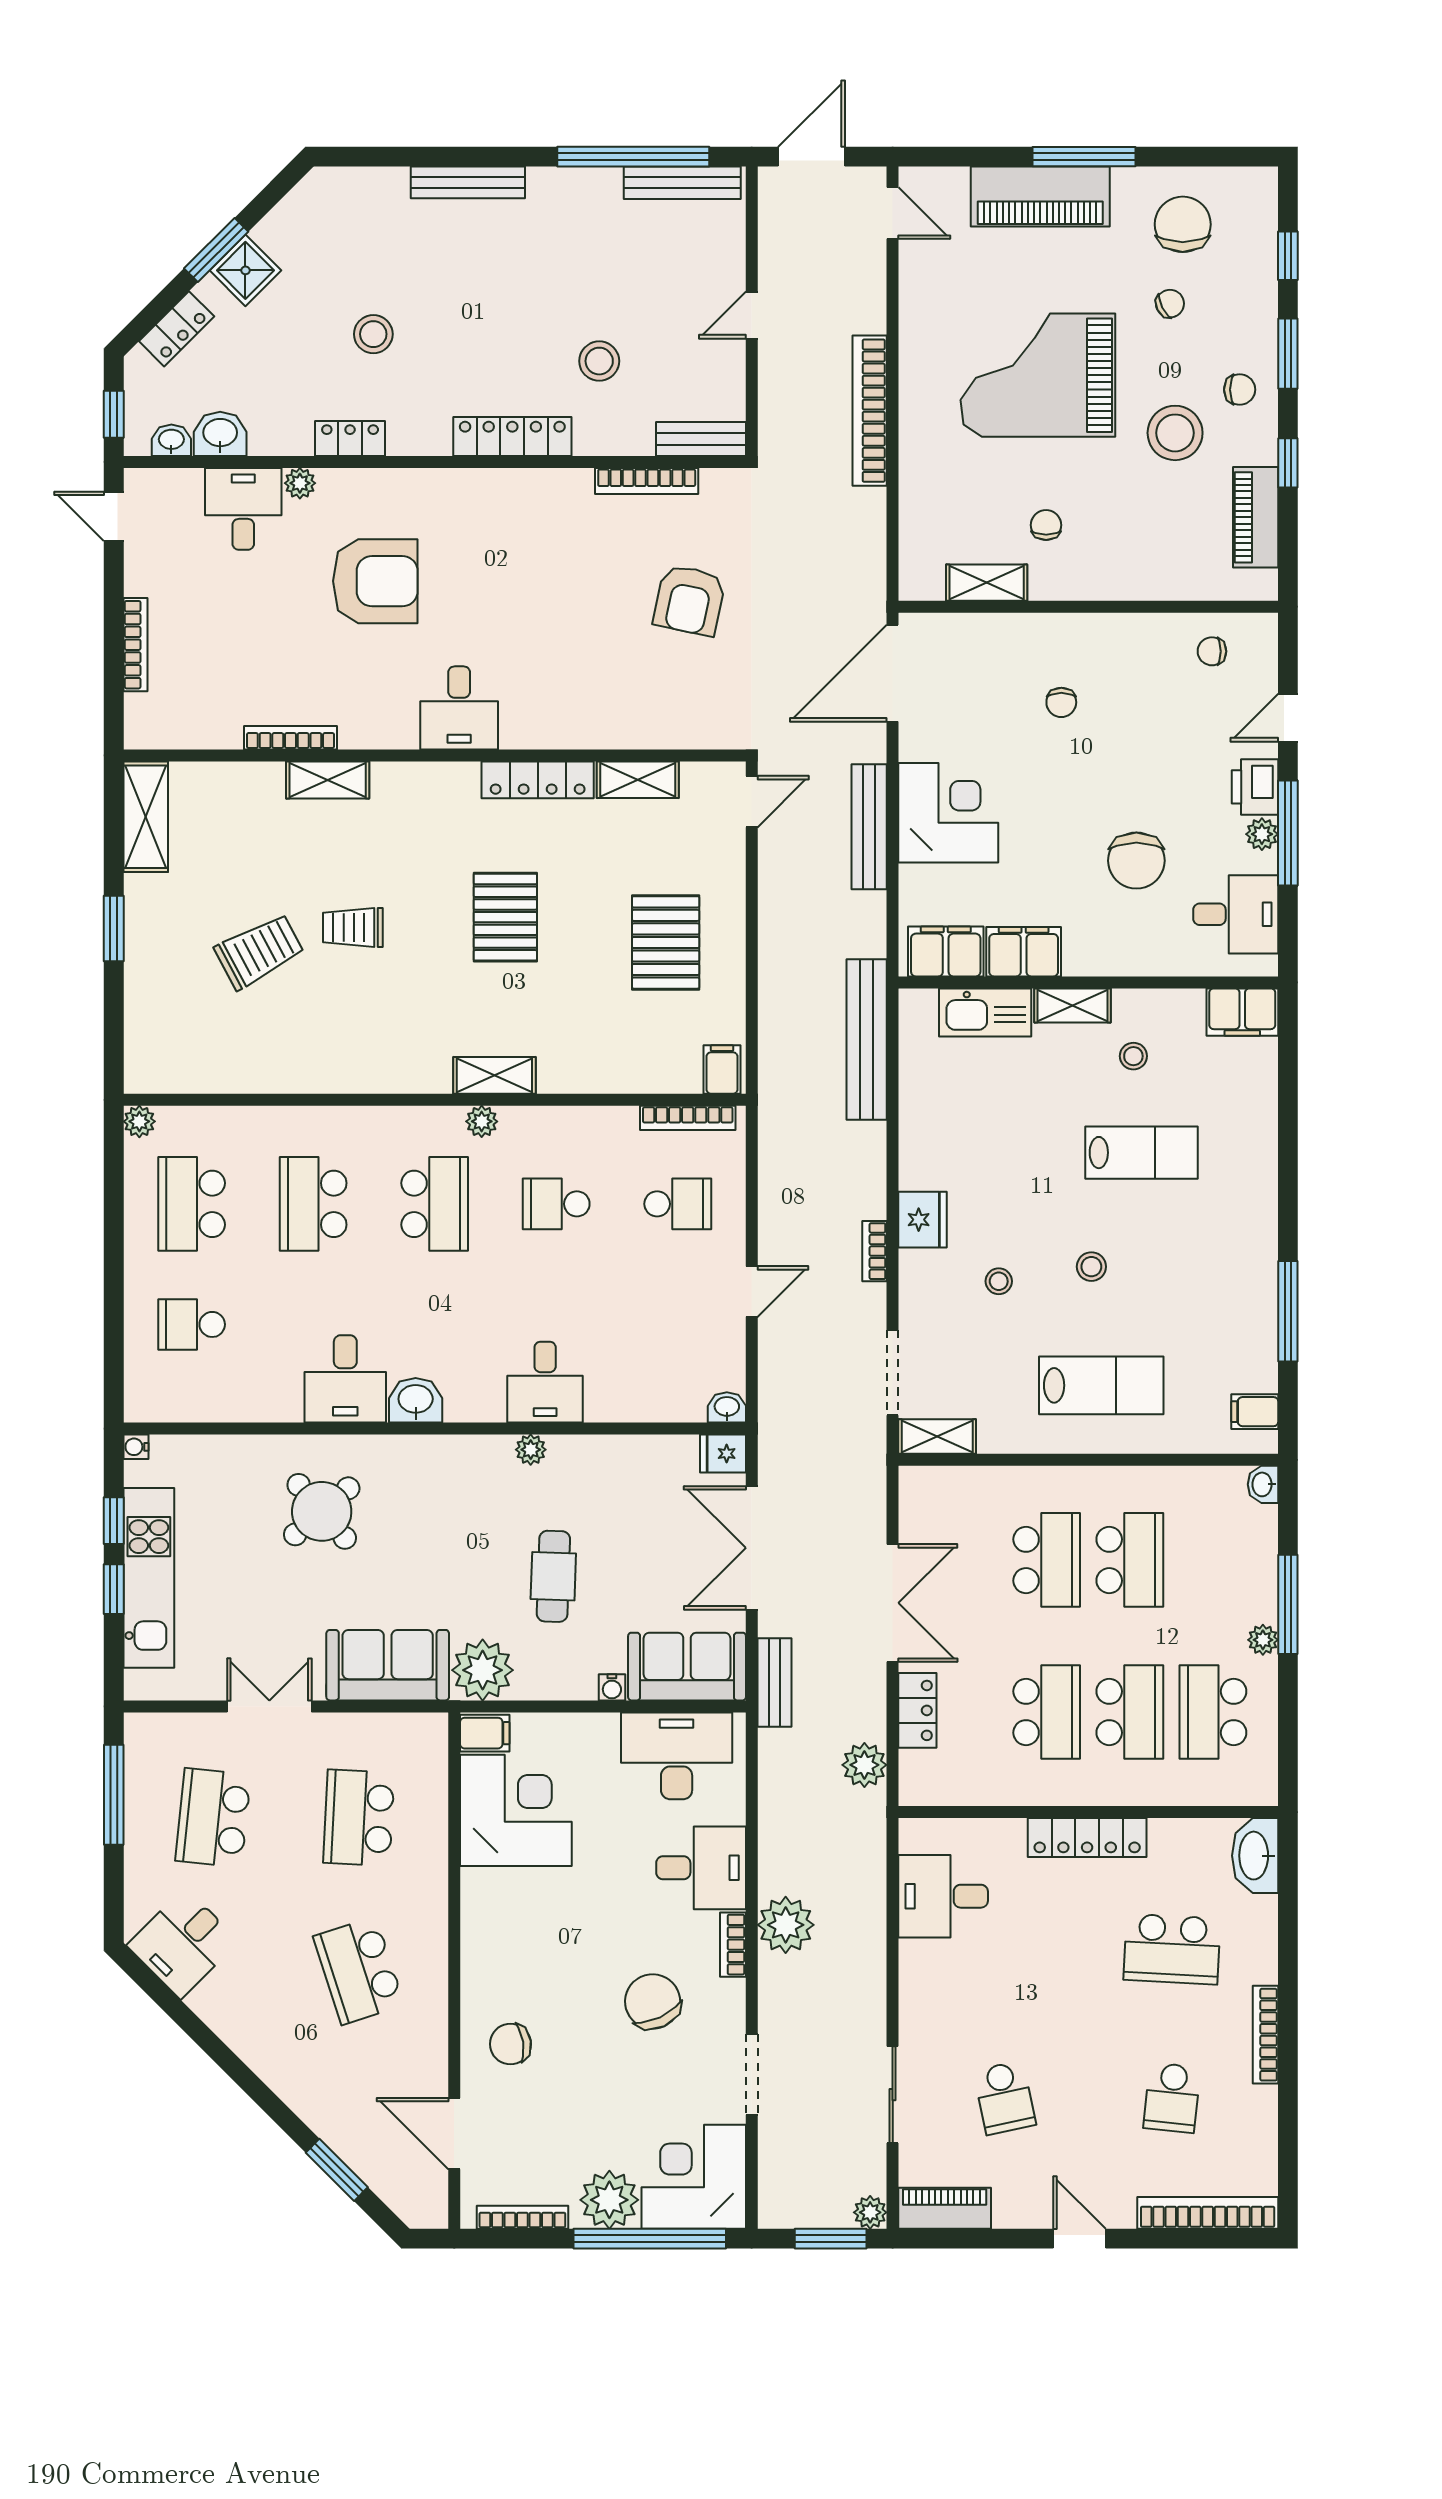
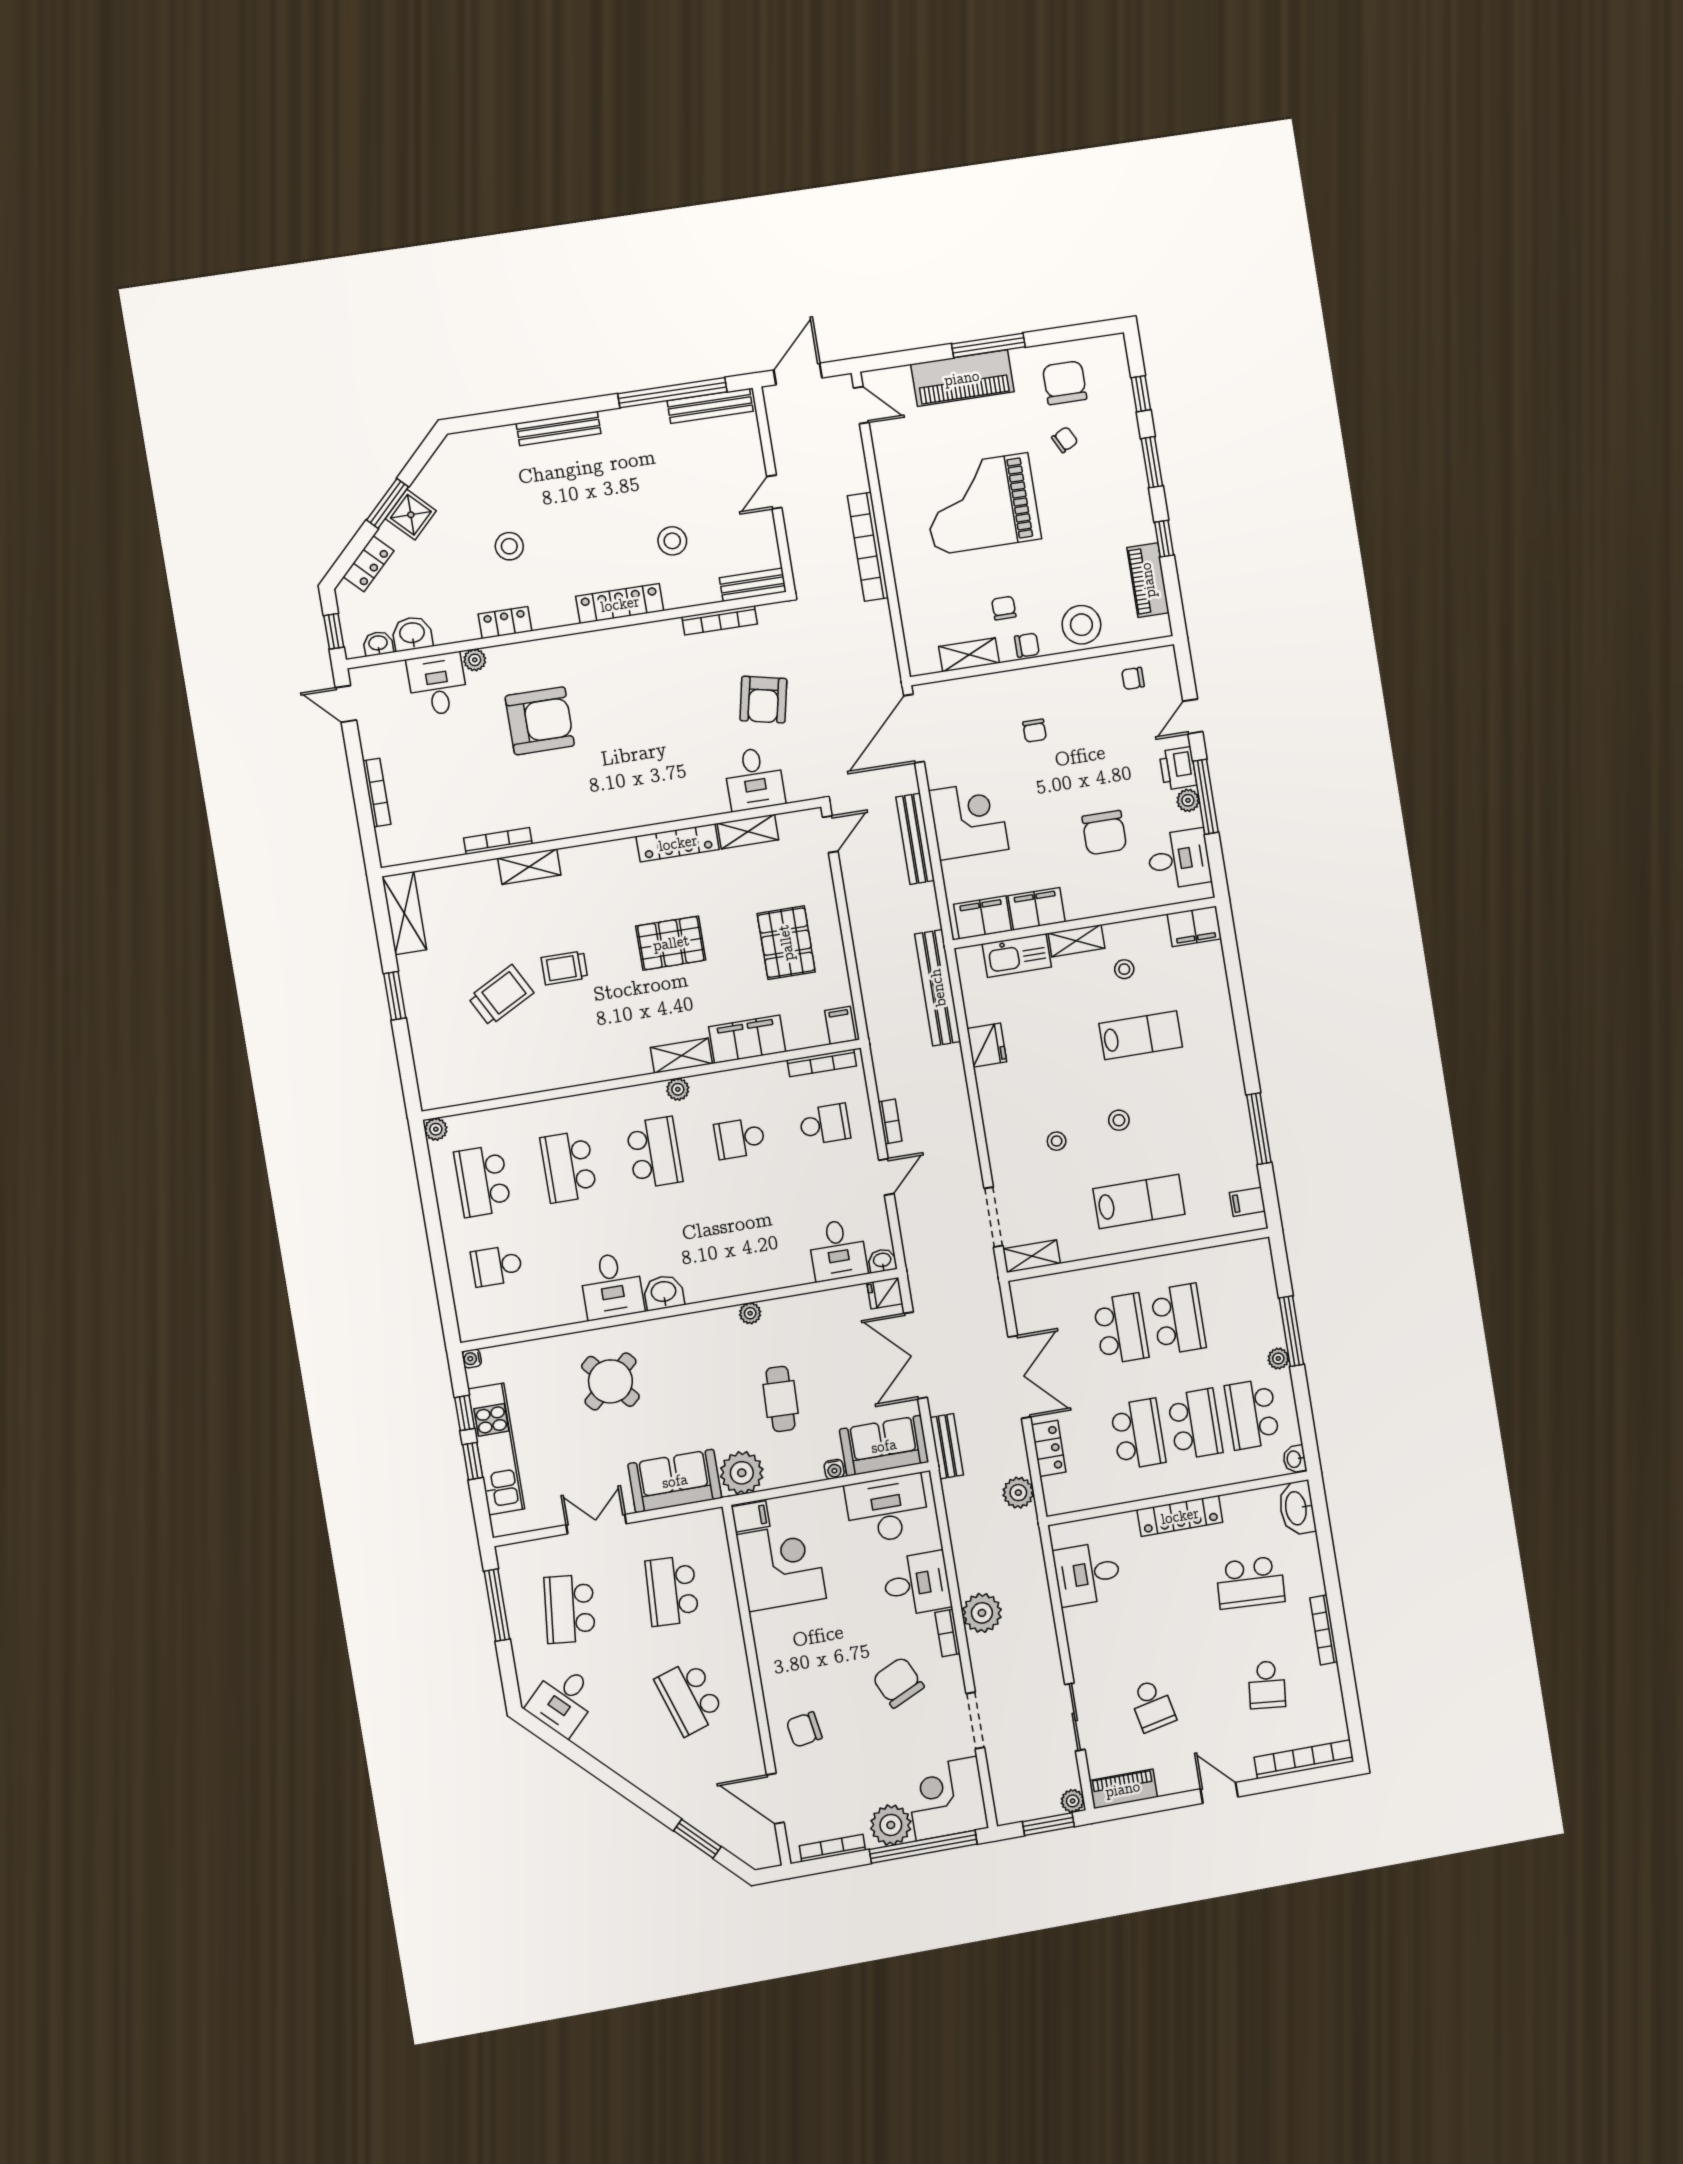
chair: (1240, 390) -> (1027, 645), moved
stool: (1175, 433) -> (1081, 625), moved
desk: (459, 708) -> (754, 779), moved
pallet: (505, 917) -> (671, 943), turned 90
filing cabinet: (589, 1068) -> (747, 1039), added
fridge: (922, 1220) -> (987, 1045), moved
bookcase: (875, 1251) -> (890, 1122), moved, turned 180
desk: (545, 1382) -> (838, 1250), moved
washbasin: (1263, 1484) -> (1294, 1459), moved

